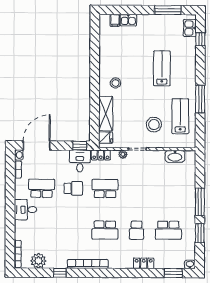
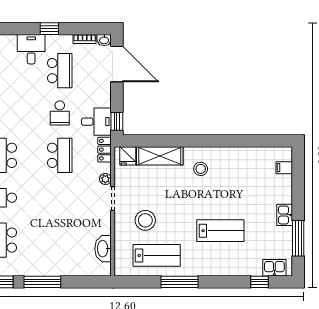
kitchen sink: (128, 20) -> (285, 215), moved
window: (10, 196) -> (49, 29), added

